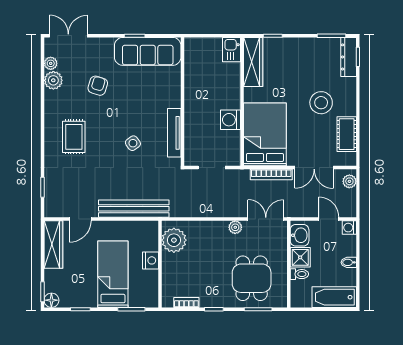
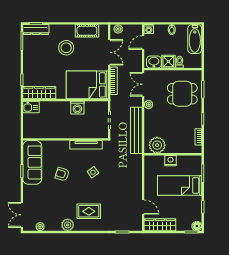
plant: (53, 80) -> (68, 225), moved
armchair: (98, 86) -> (62, 174), moved
bench: (134, 209) -> (136, 130), moved

